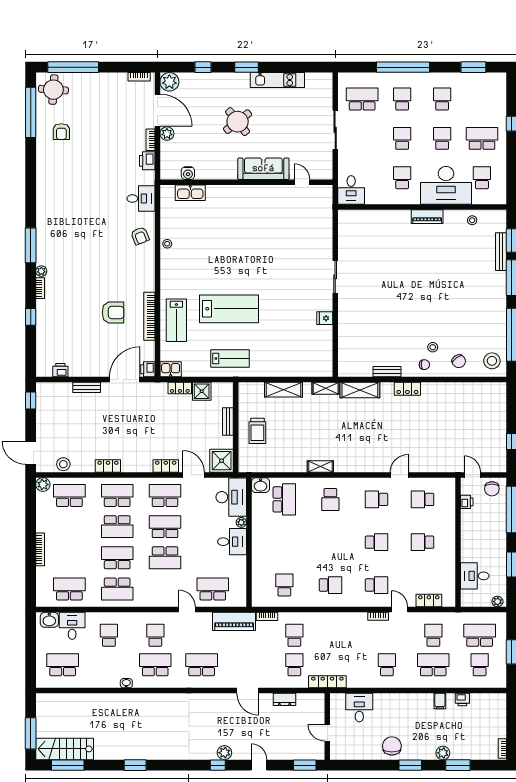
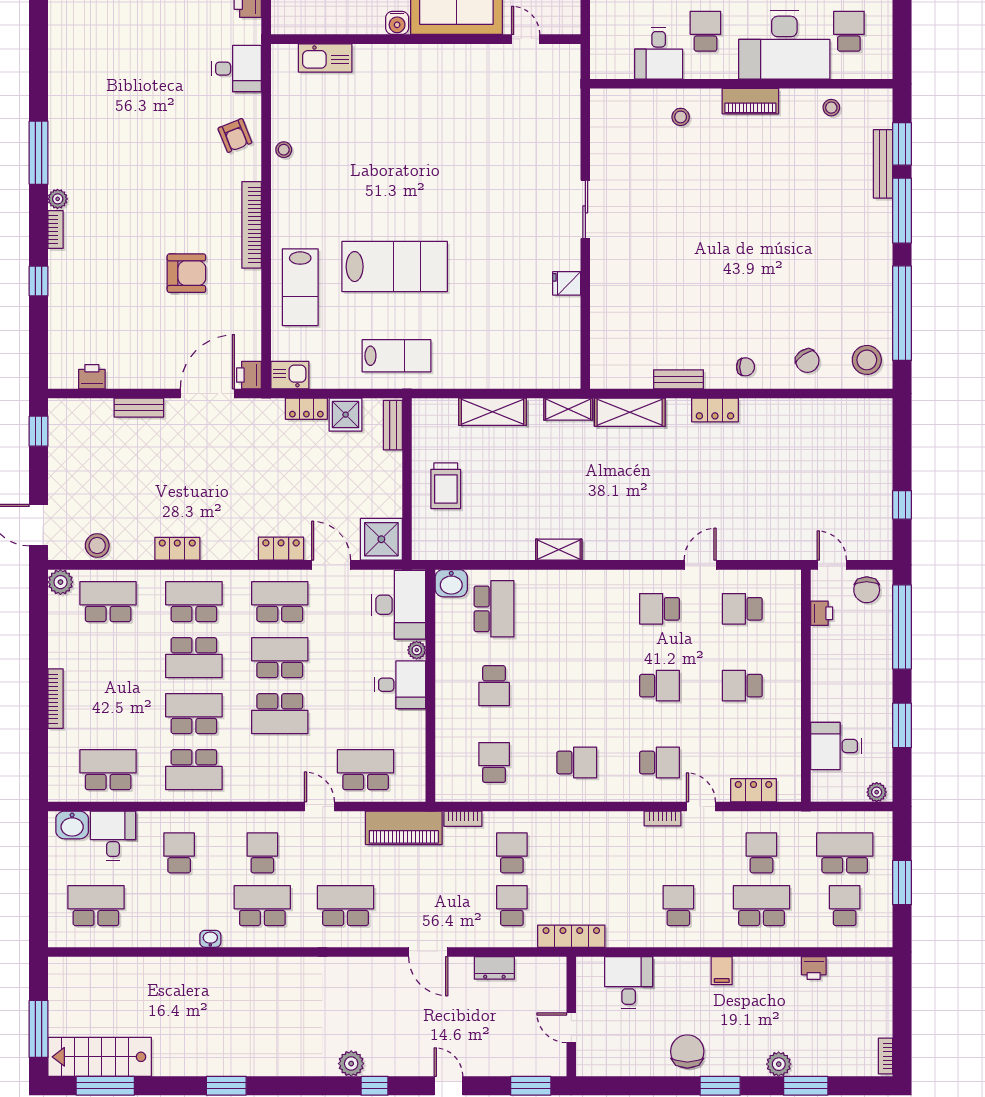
water cooler: (188, 173) -> (397, 23), moved
desk: (351, 190) -> (659, 53), moved
bookcase: (149, 316) -> (252, 225), moved
stool: (433, 347) -> (681, 117), moved
bench: (228, 421) -> (393, 425), moved
school desk: (330, 499) -> (494, 686), moved
filing cabinet: (440, 701) -> (722, 971), moved
plant: (224, 753) -> (351, 1064), moved

